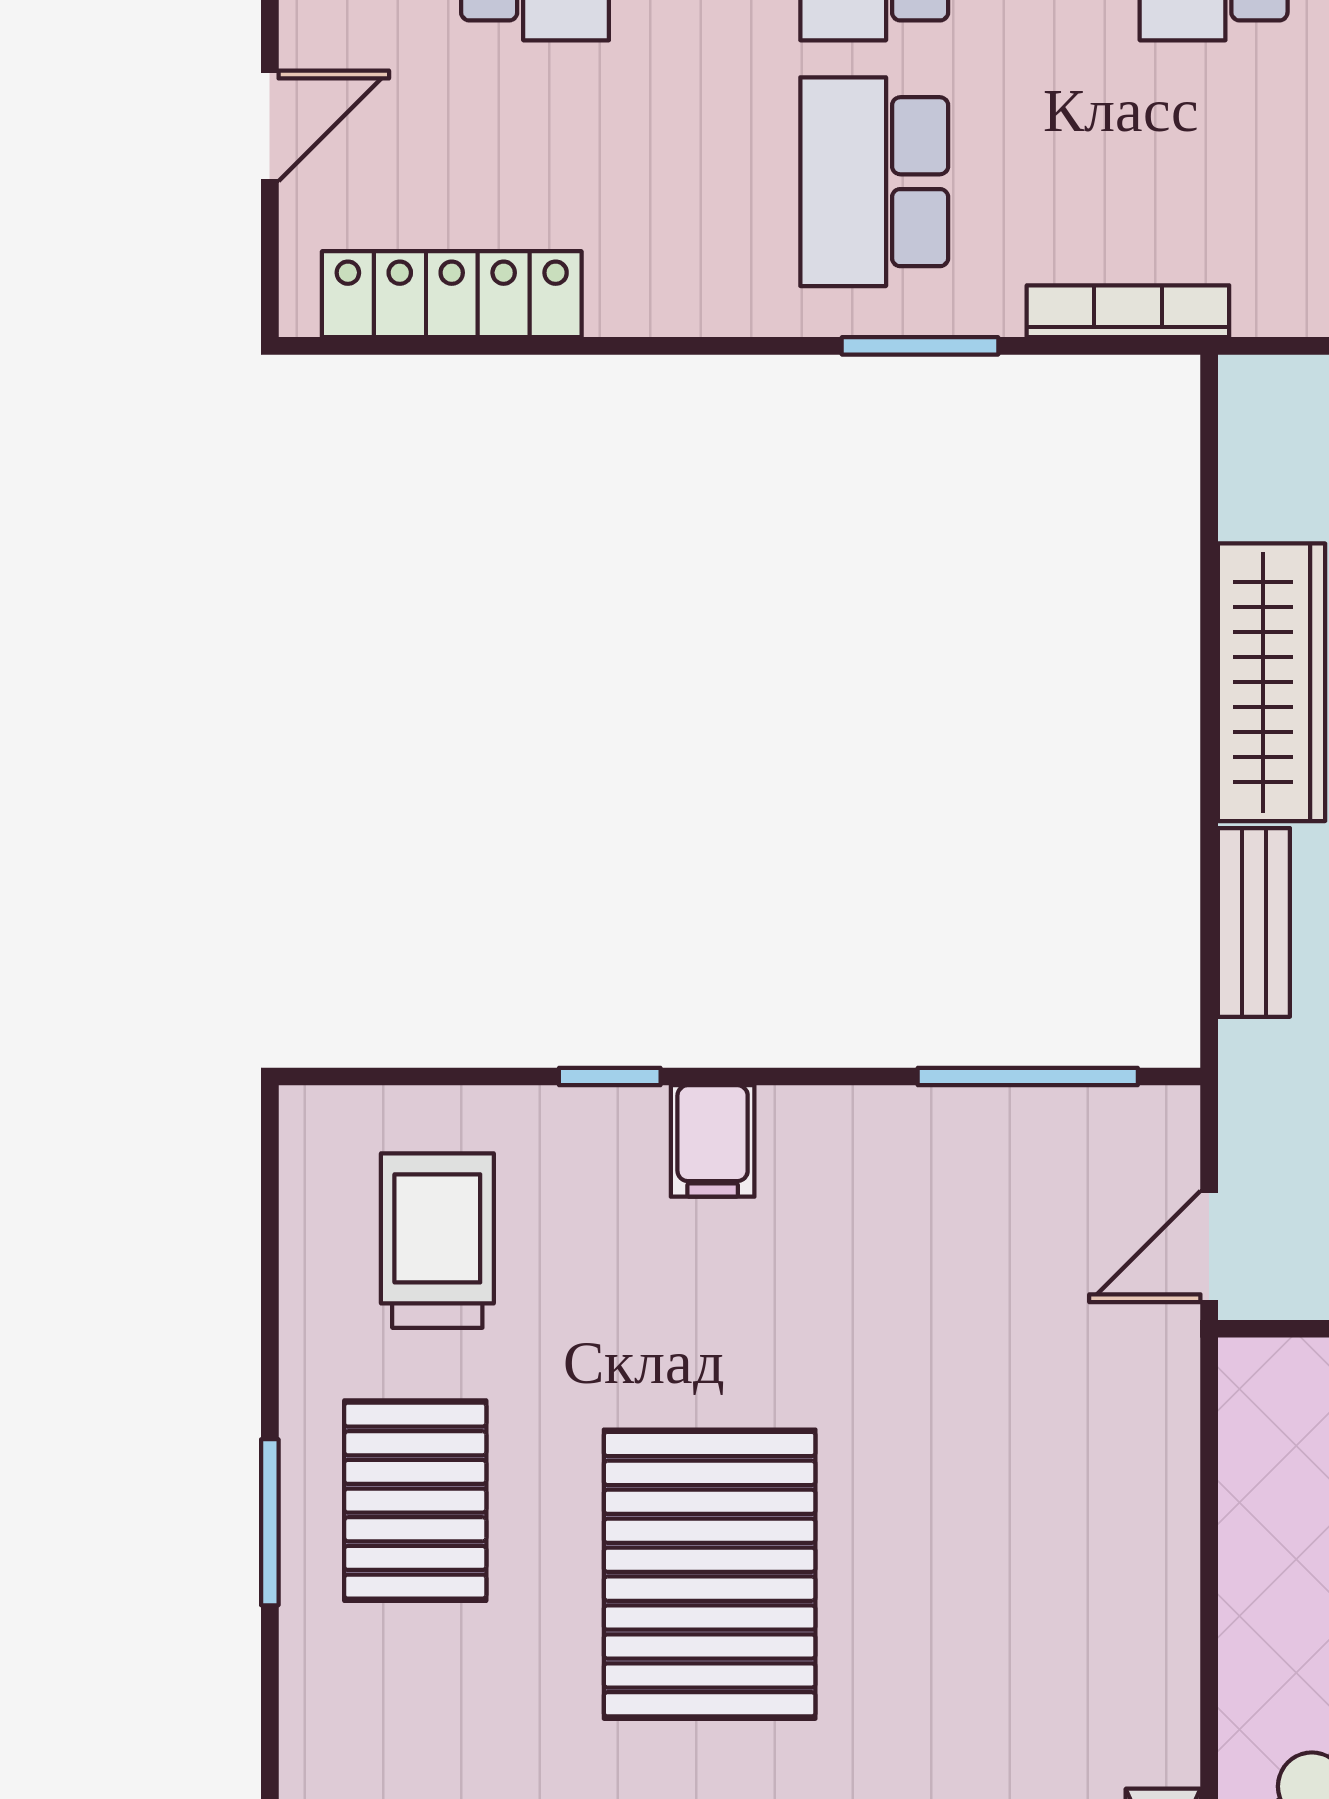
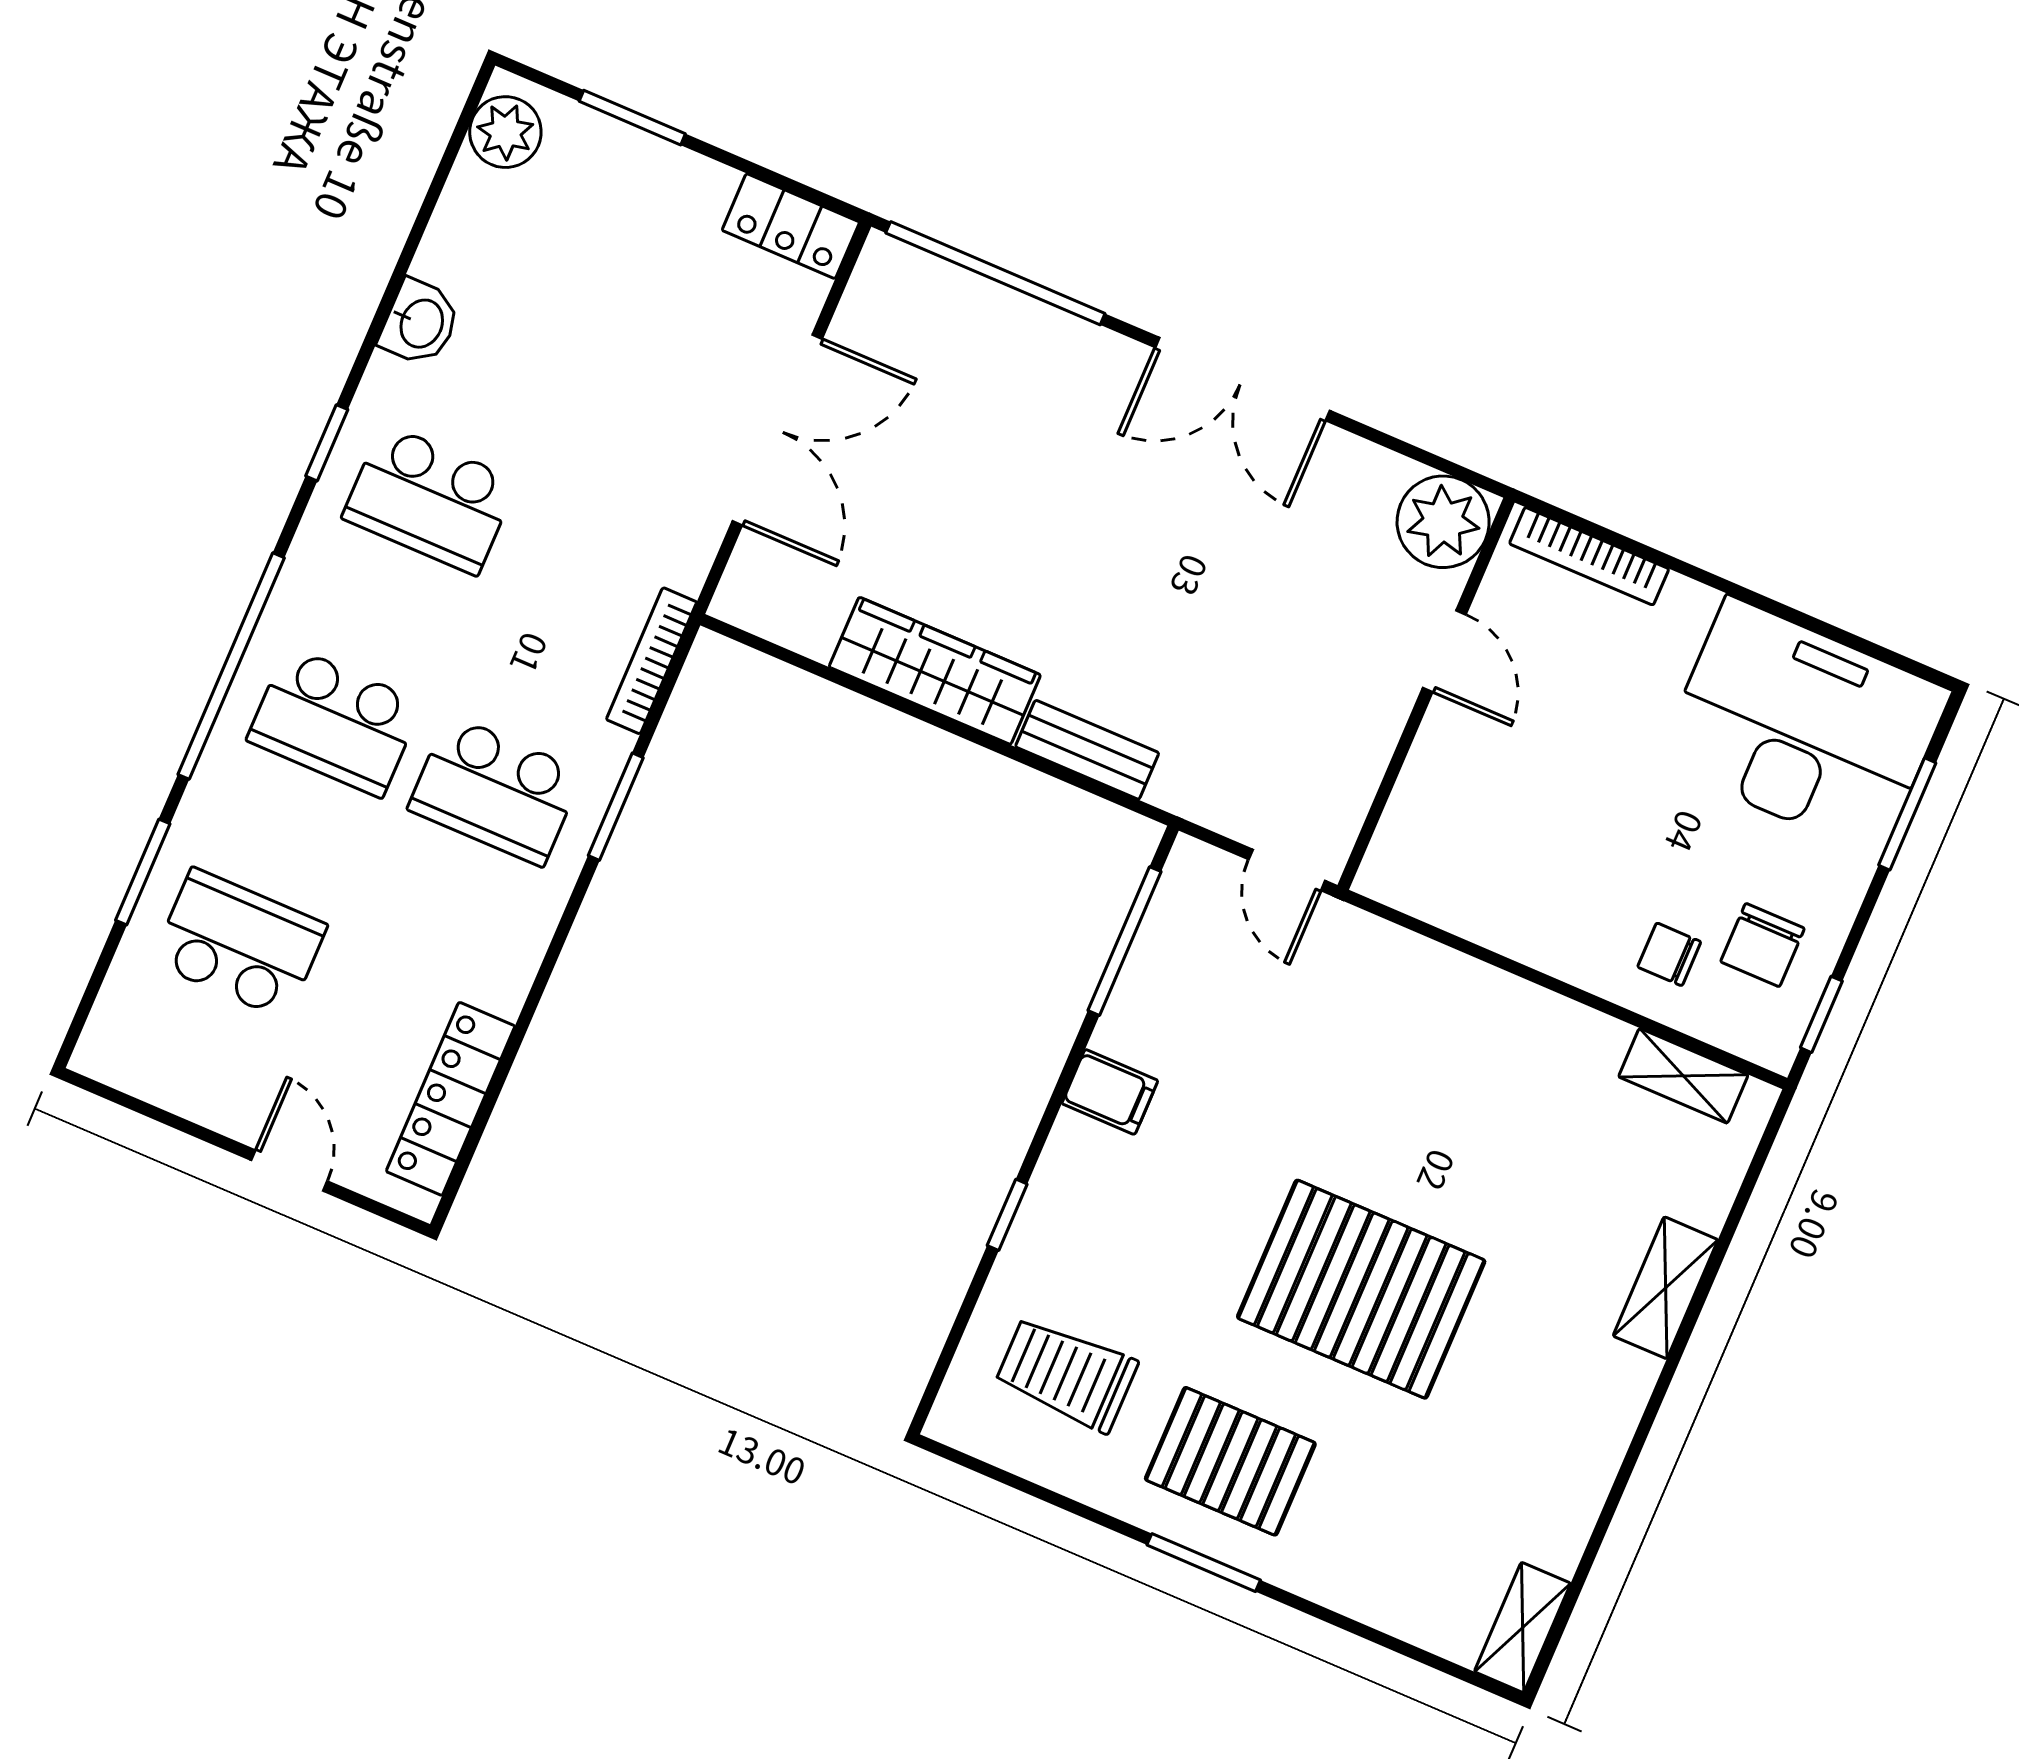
filing cabinet: (713, 1141) -> (1110, 1092), moved

